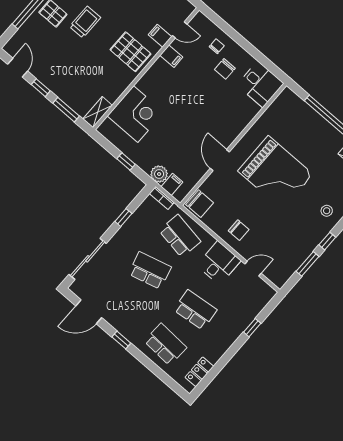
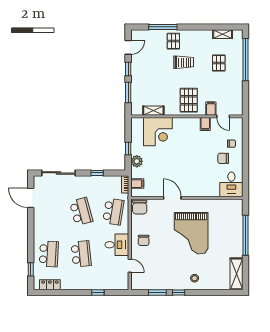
shelving: (98, 112) -> (153, 111), moved
door: (220, 160) -> (172, 198), hinge flipped
plant: (159, 174) -> (137, 161), moved
window: (121, 340) -> (31, 269), moved

